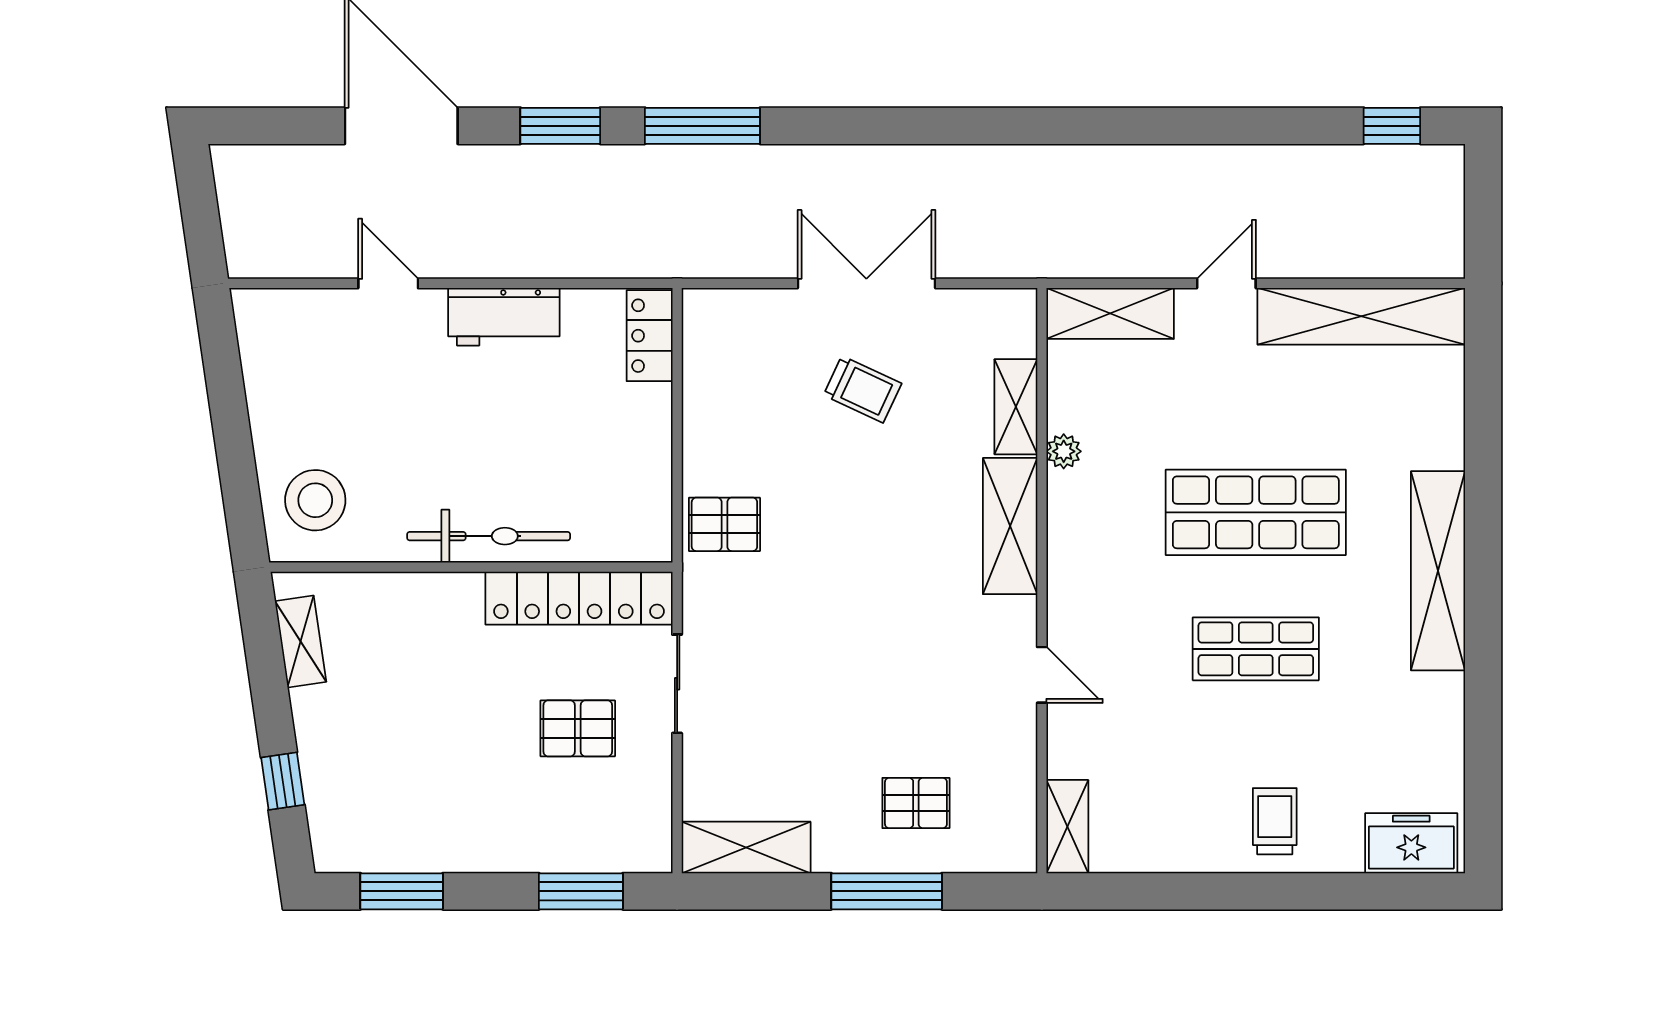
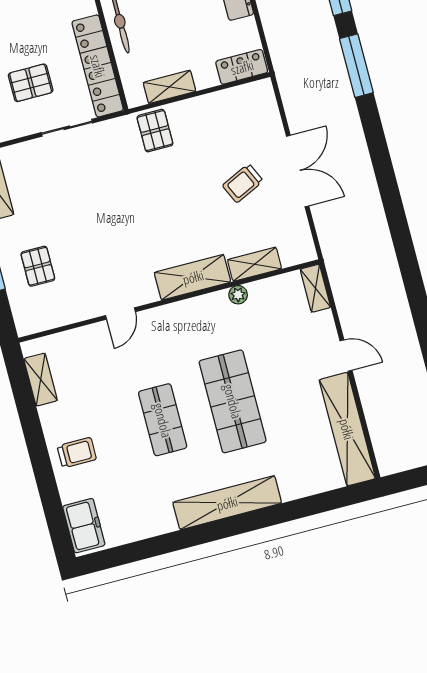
shelving: (1110, 313) -> (315, 288), width x0.67, depth x0.75
trolley: (862, 389) -> (243, 183), turned 40
shelving: (652, 477) -> (169, 87), added
pallet: (578, 728) -> (31, 83), turned 90
shelving: (1067, 827) -> (41, 380), moved, turned 90

